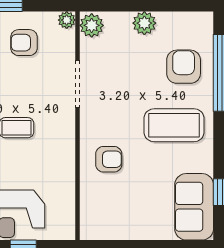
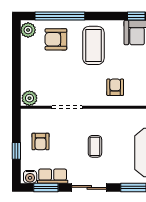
plant: (67, 20) -> (26, 114), removed
plant: (144, 23) -> (28, 30), moved

